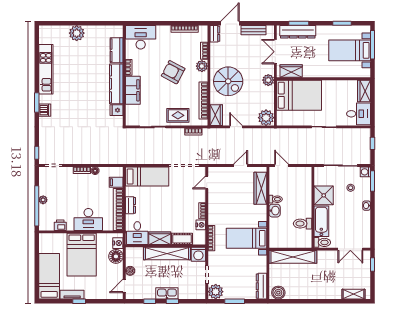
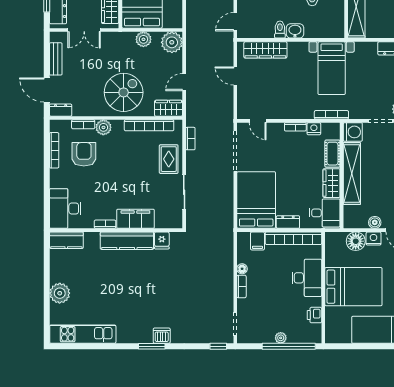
kitchen counter: (117, 50) -> (66, 240), moved
kitchen unit: (46, 69) -> (83, 334), moved
armchair: (173, 72) -> (84, 154), moved, turned 152
plant: (268, 80) -> (143, 39), moved
bed: (147, 176) -> (256, 200), width x1.50
nightstand: (118, 243) -> (374, 239), moved

